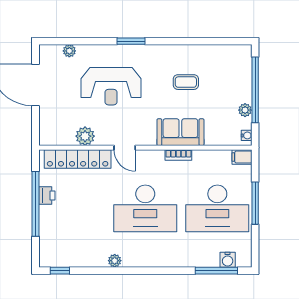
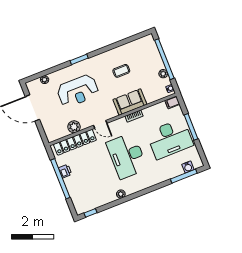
desk: (145, 208) -> (127, 156), turned 90

